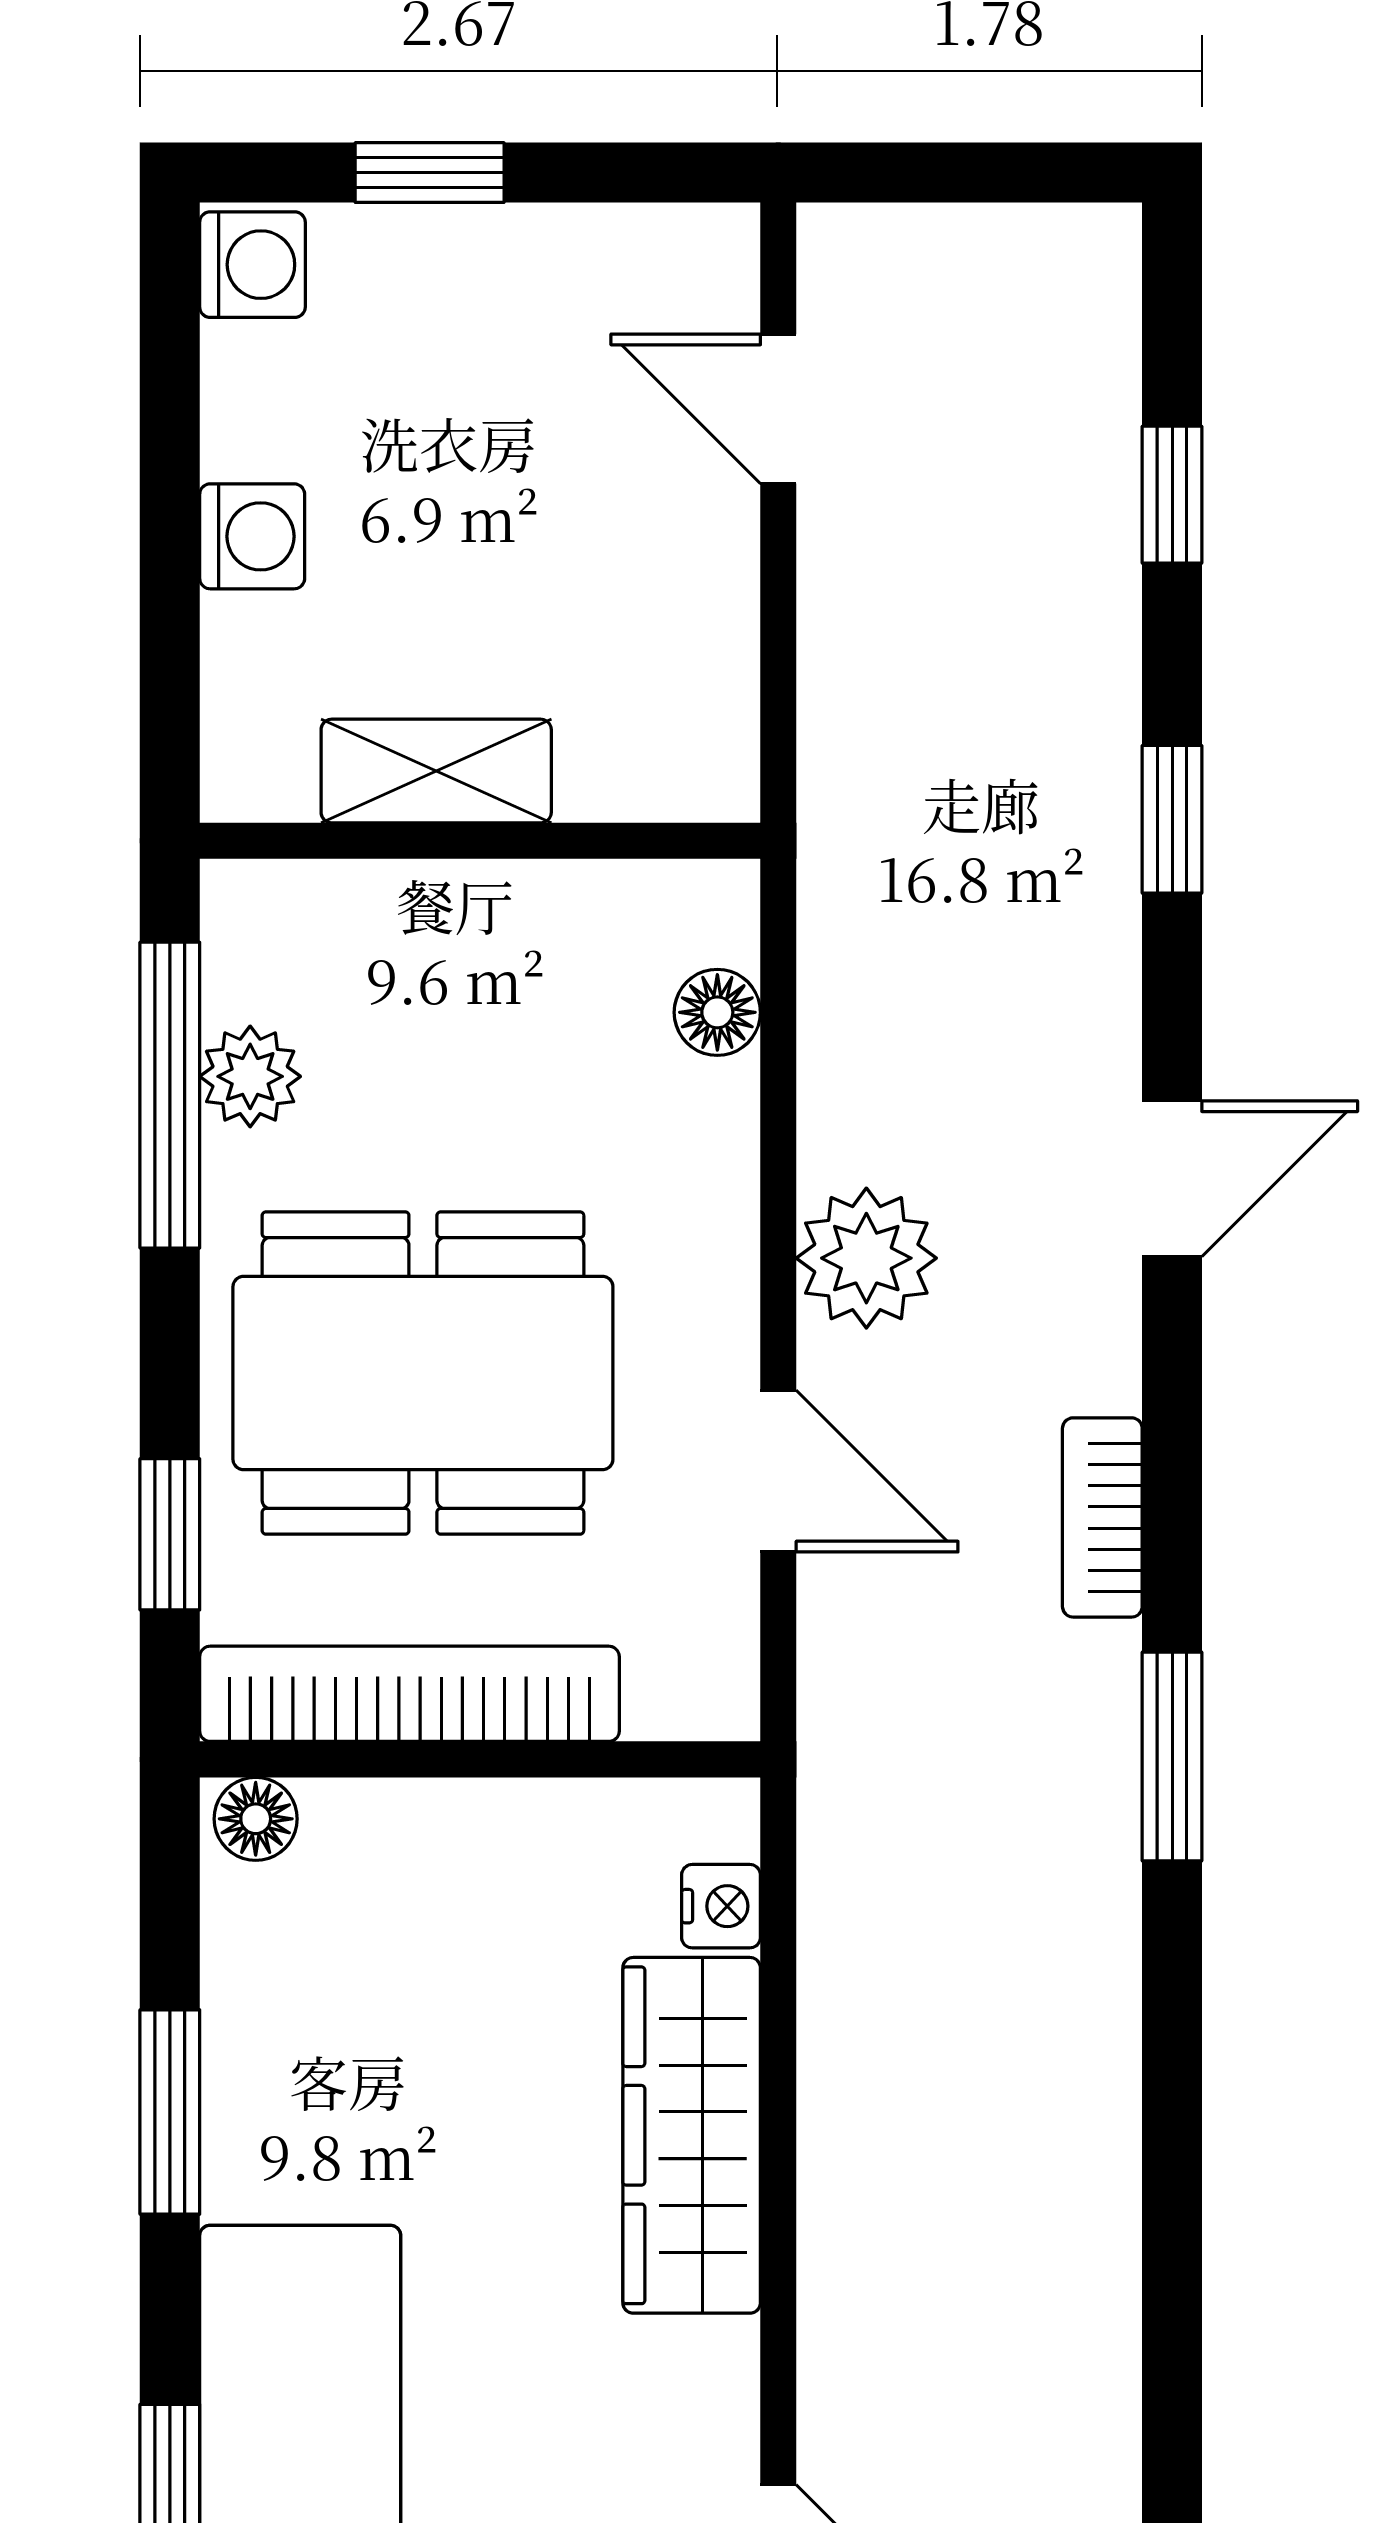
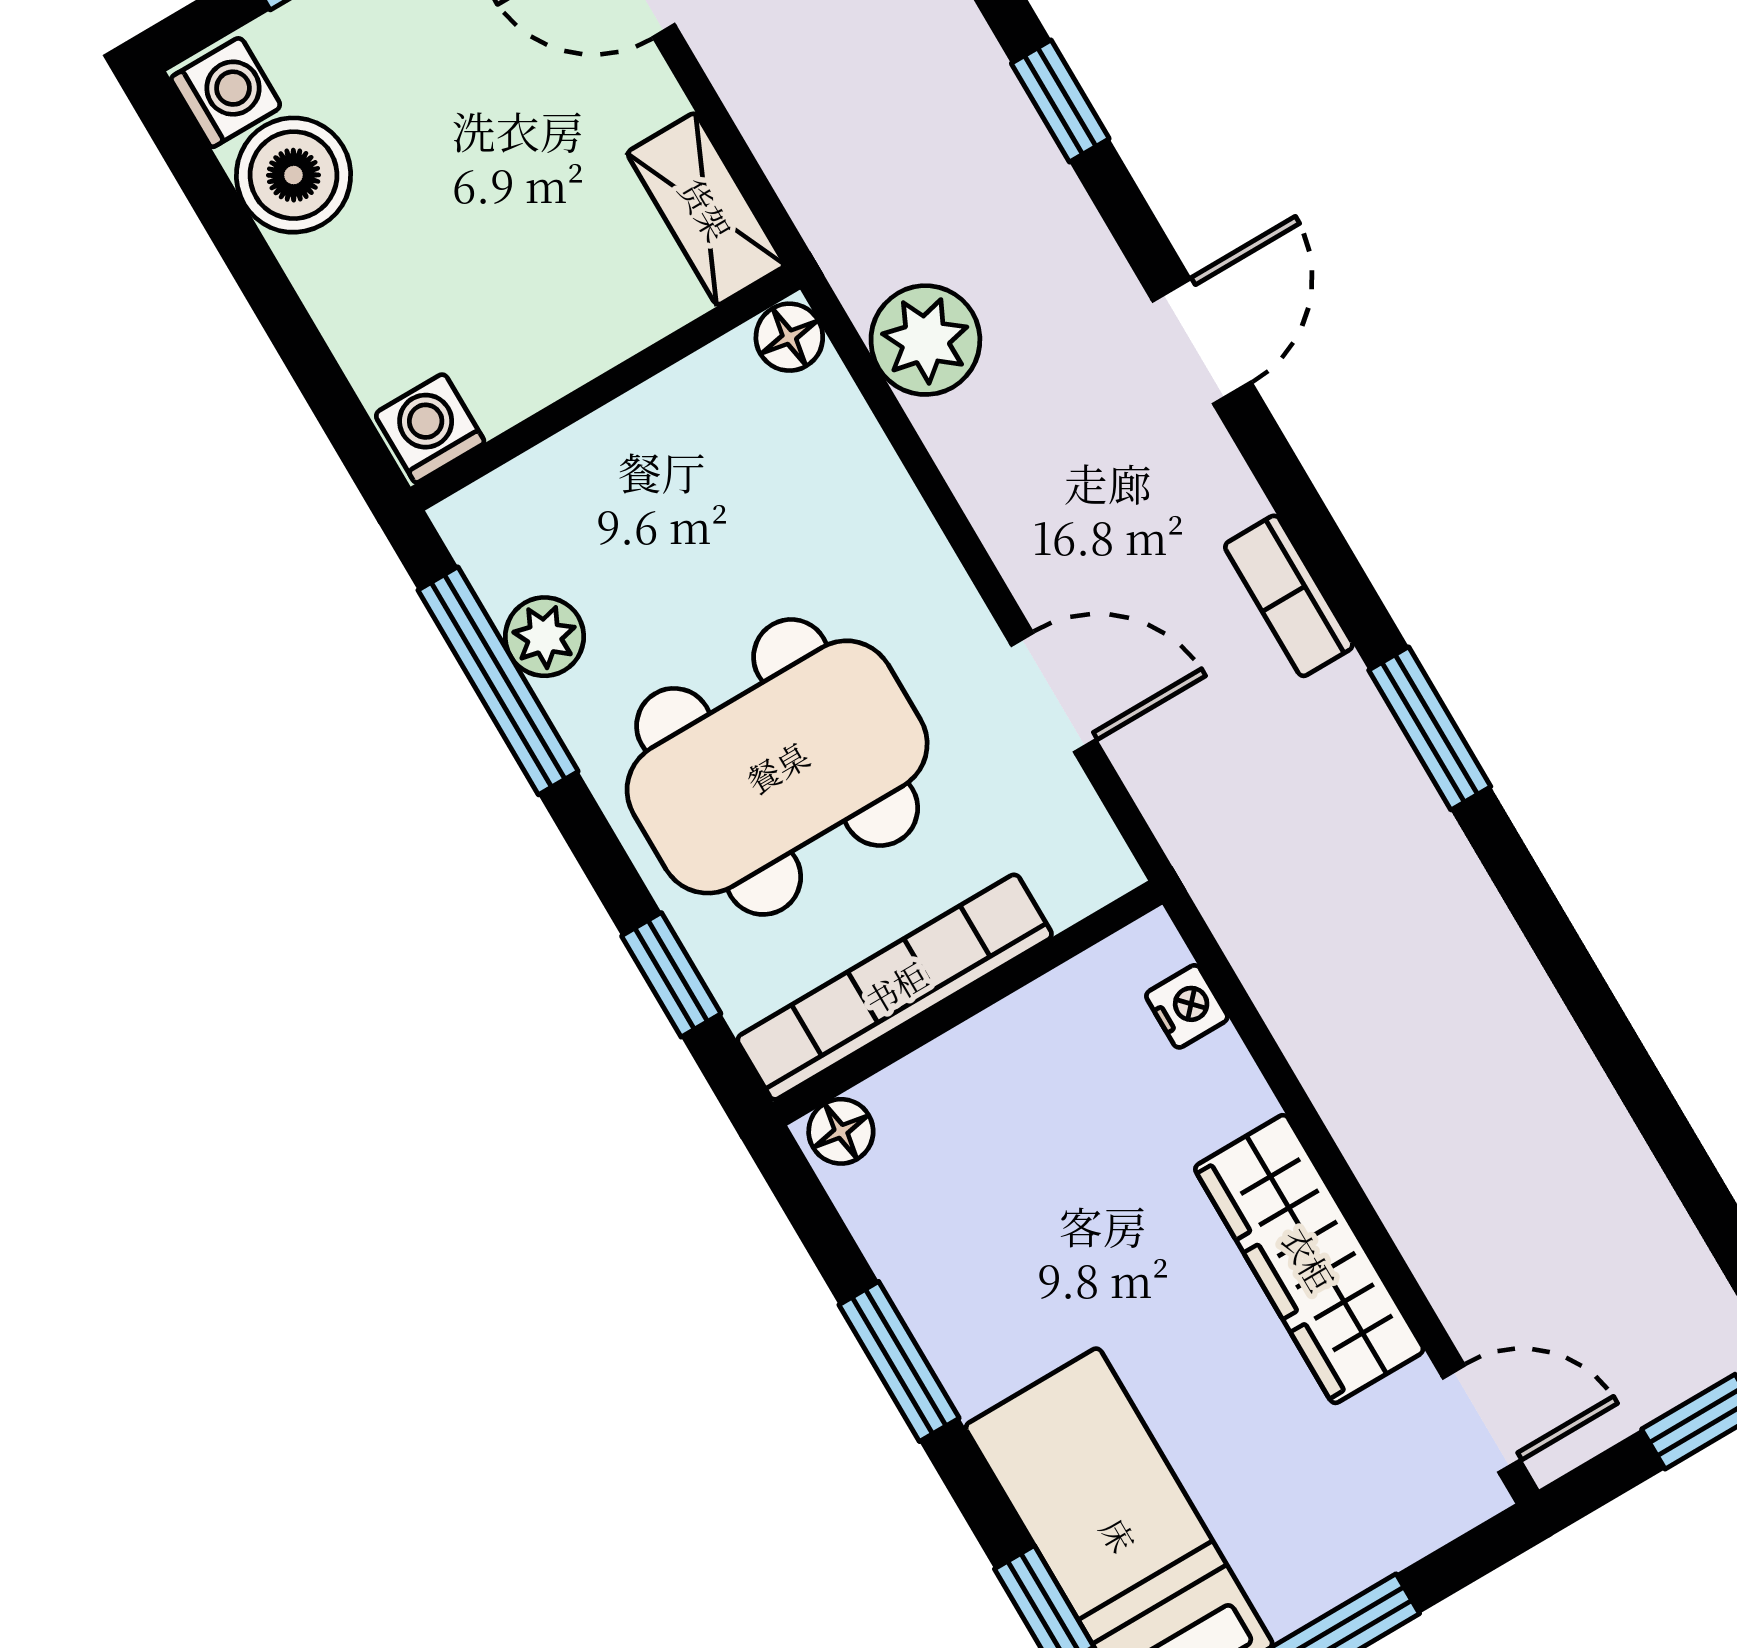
boiler: (273, 401) -> (294, 175), added
washing machine: (252, 536) -> (430, 428), moved, turned -90
shelving: (436, 771) -> (706, 209), moved, turned 90
floor lamp: (717, 1012) -> (789, 337), moved
plant: (866, 1258) -> (925, 340), moved
wardrobe: (692, 2135) -> (1309, 1259), moved

